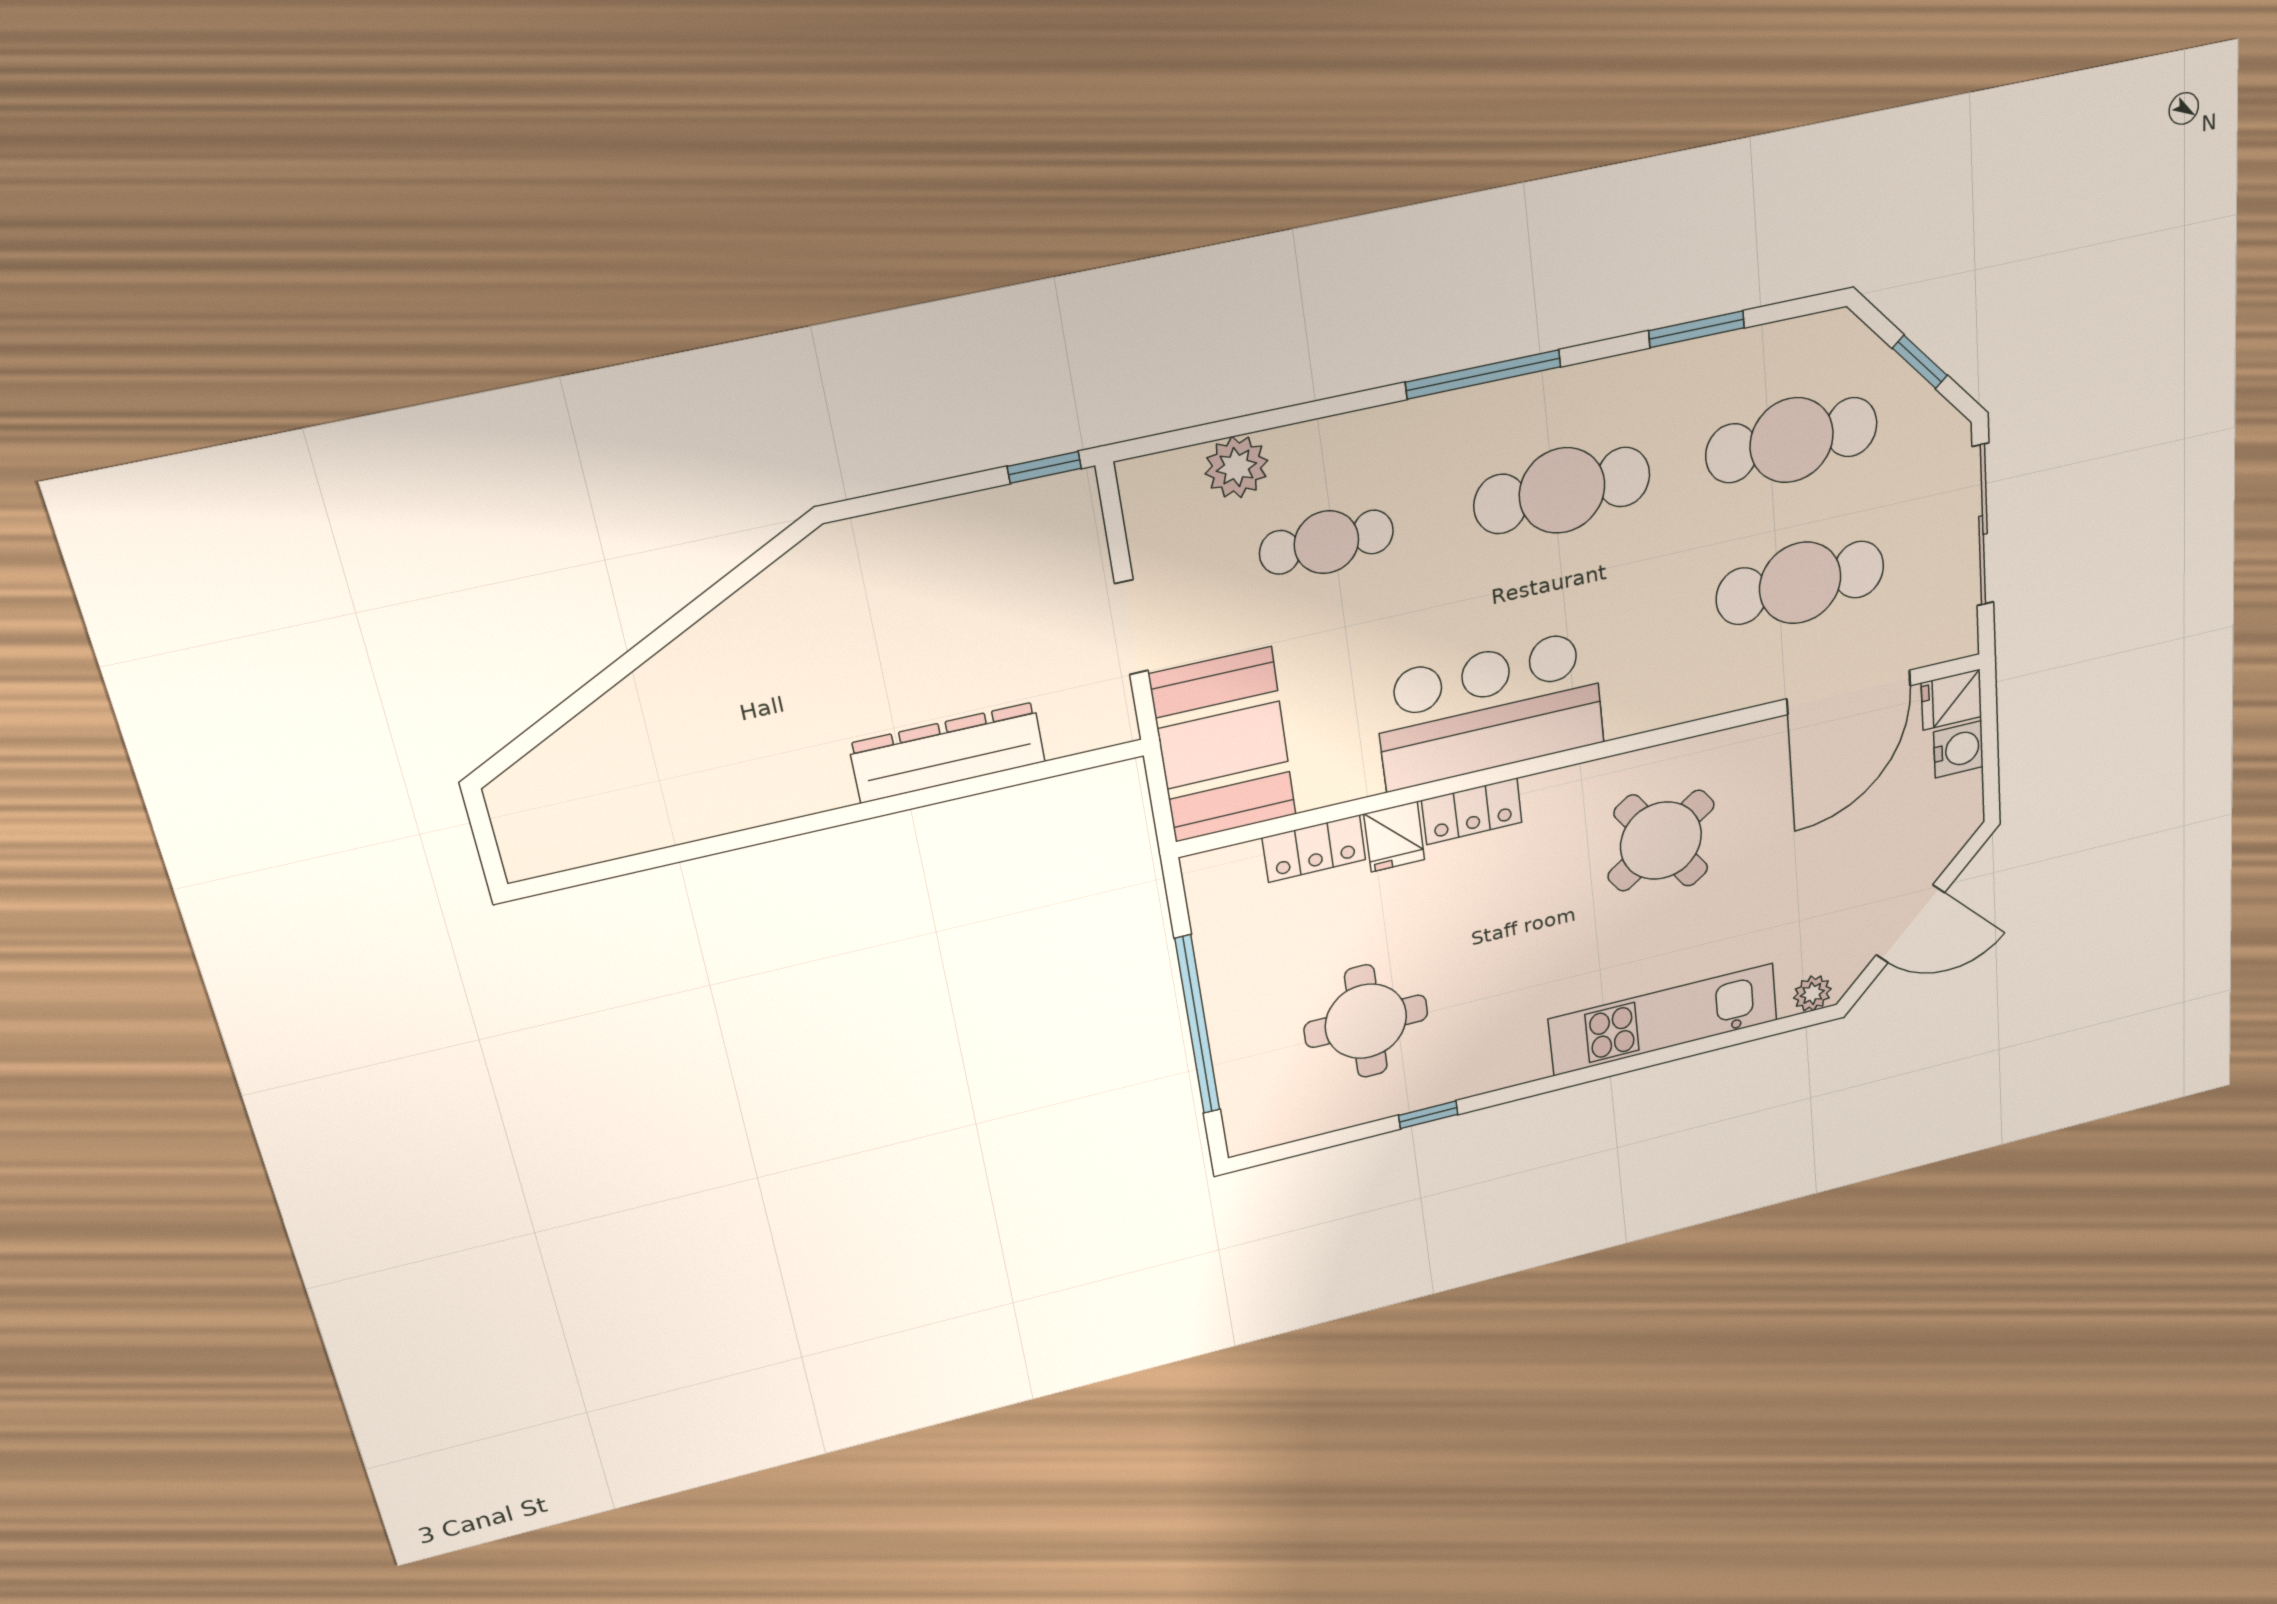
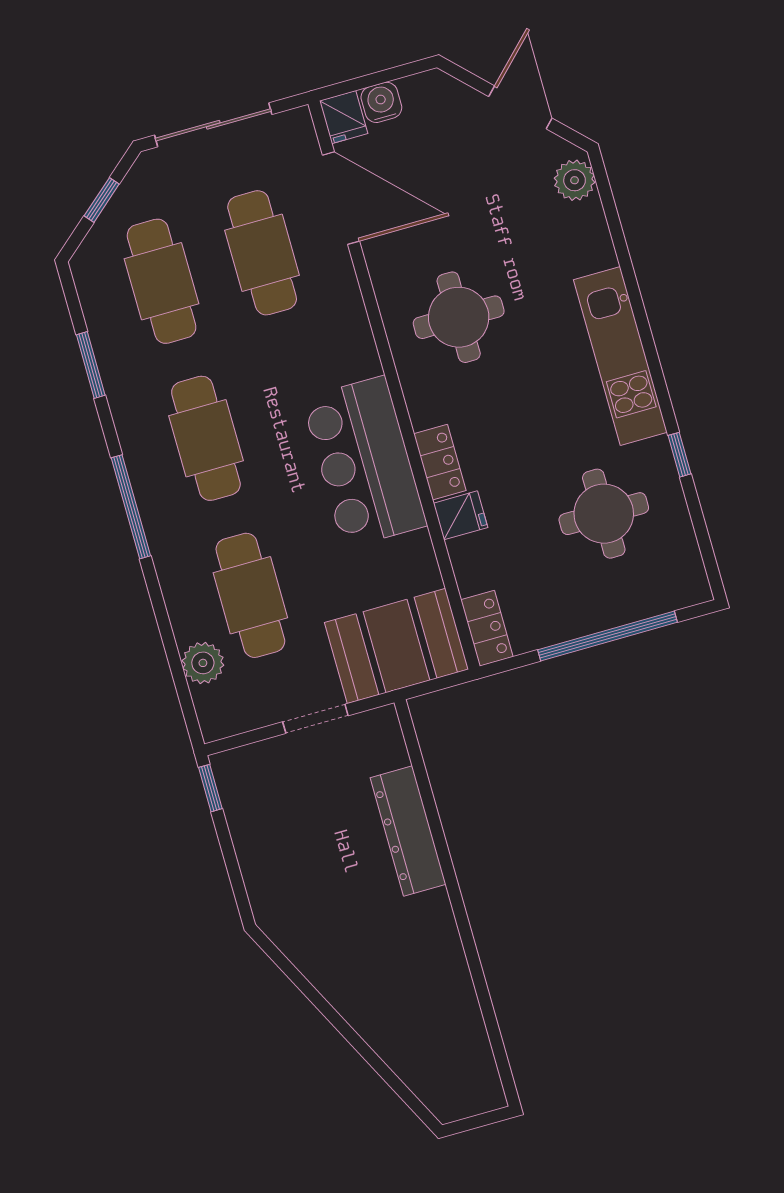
cafe table: (1326, 542) -> (250, 595), width x1.37, depth x1.35
round table: (1661, 841) -> (459, 317), turned 35
locker: (1314, 849) -> (487, 628), moved
plant: (1812, 993) -> (575, 180), width x1.38, depth x1.38
kitchen unit: (1663, 1020) -> (620, 356), moved

